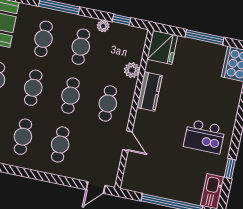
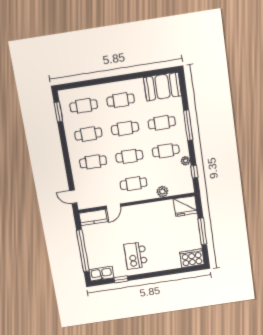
kitchen counter: (149, 91) -> (93, 217), moved

